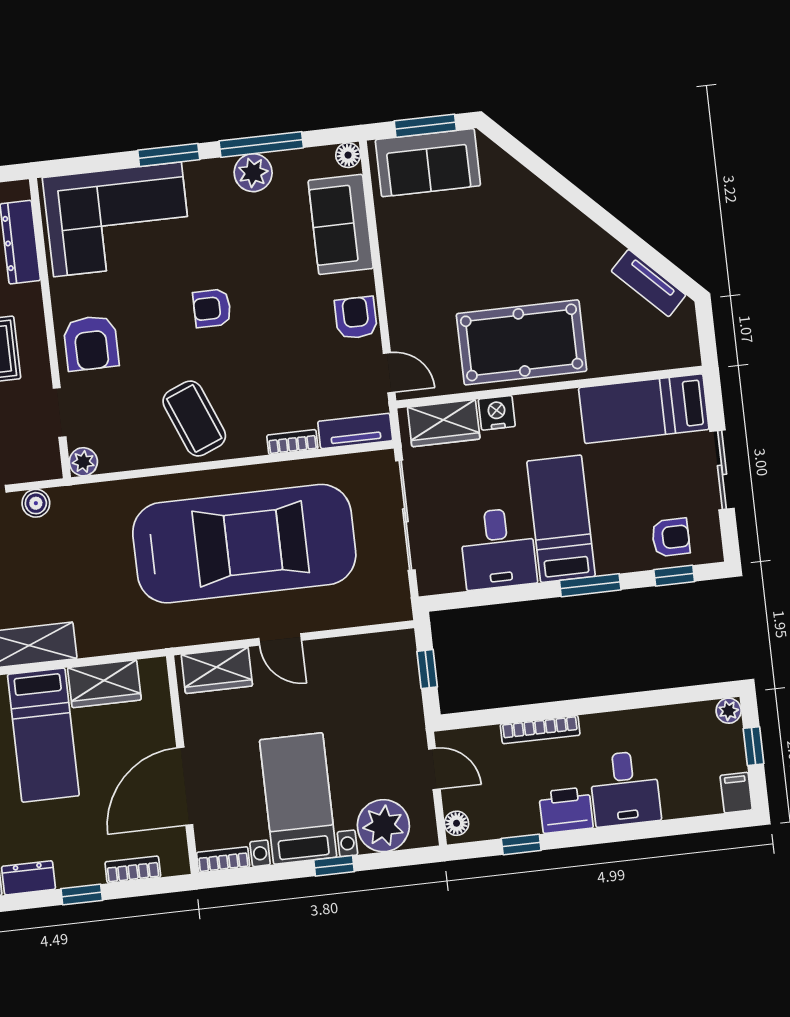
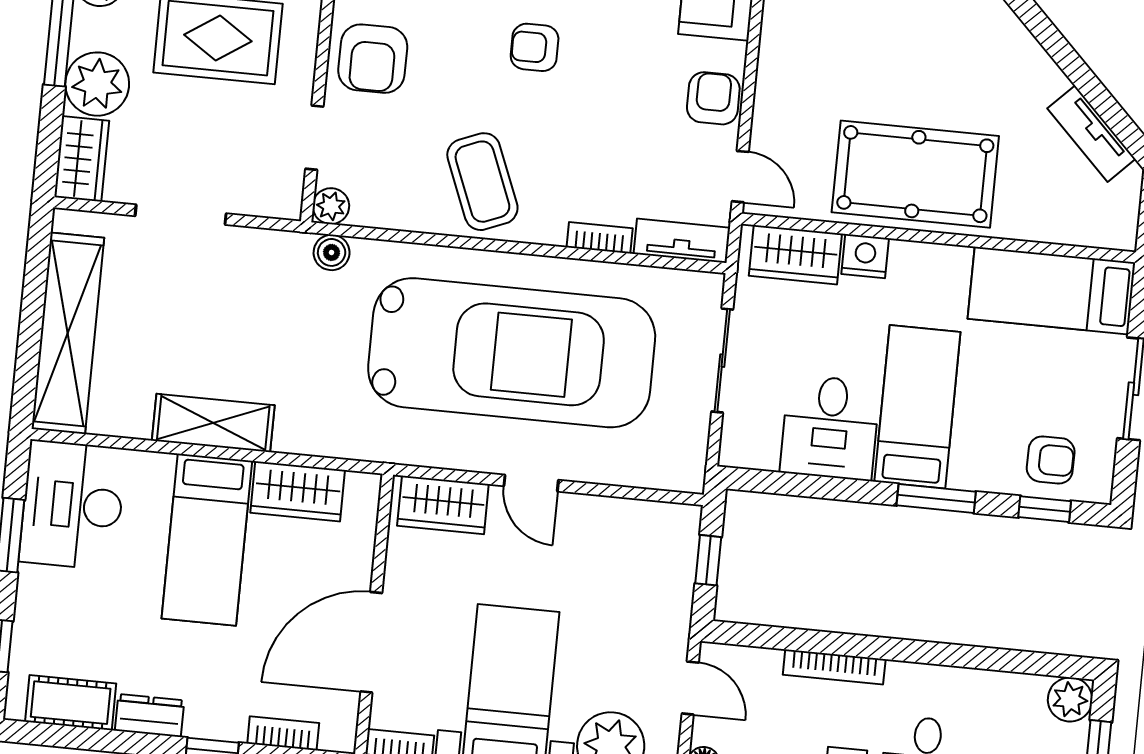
boiler: (36, 503) -> (332, 252), moved
sliding door: (405, 515) -> (722, 361), width x0.73
plant: (729, 711) -> (1070, 699), width x1.38, depth x1.38

